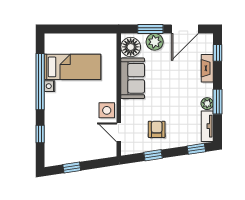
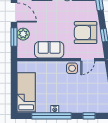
floor lamp: (131, 47) -> (27, 51), removed
bed: (73, 67) -> (26, 93), moved
armchair: (157, 129) -> (86, 33), width x1.88, depth x1.88

